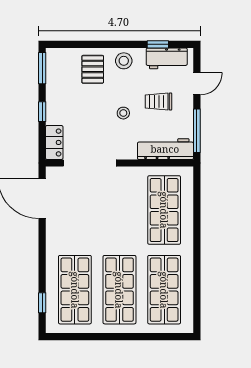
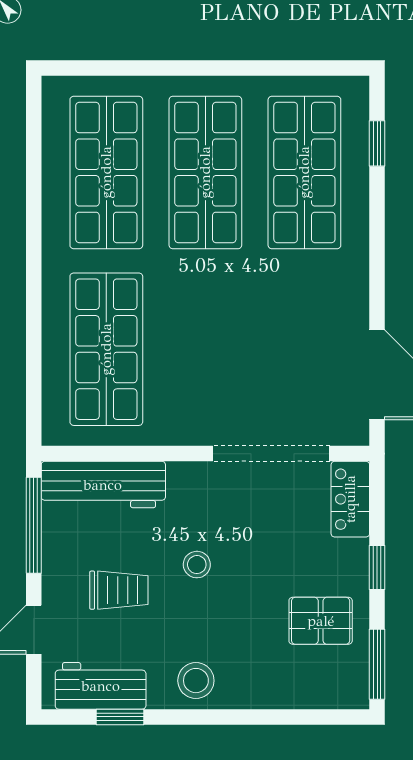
pallet: (93, 69) -> (321, 621), moved, turned 90

